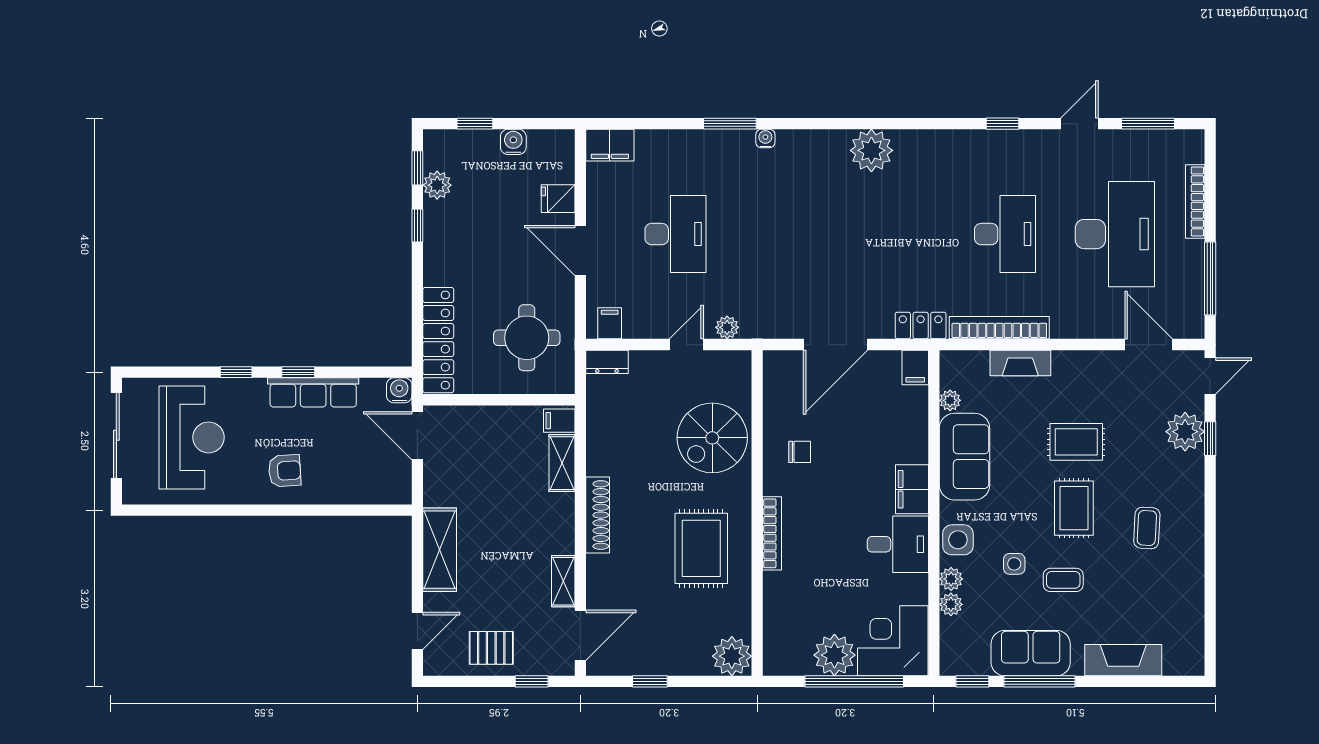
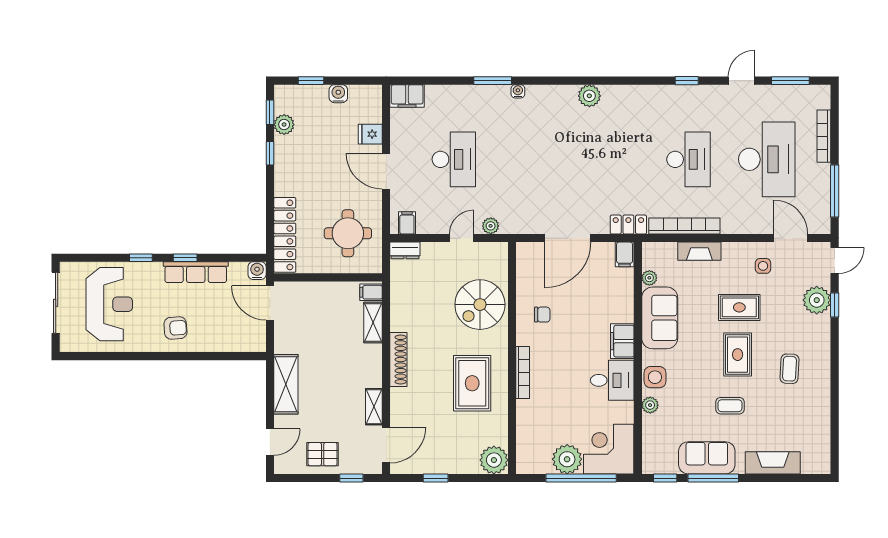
plant: (871, 150) -> (589, 96), width x0.73, depth x0.73
side table: (1014, 564) -> (763, 266), moved
plant: (951, 604) -> (650, 423), removed

